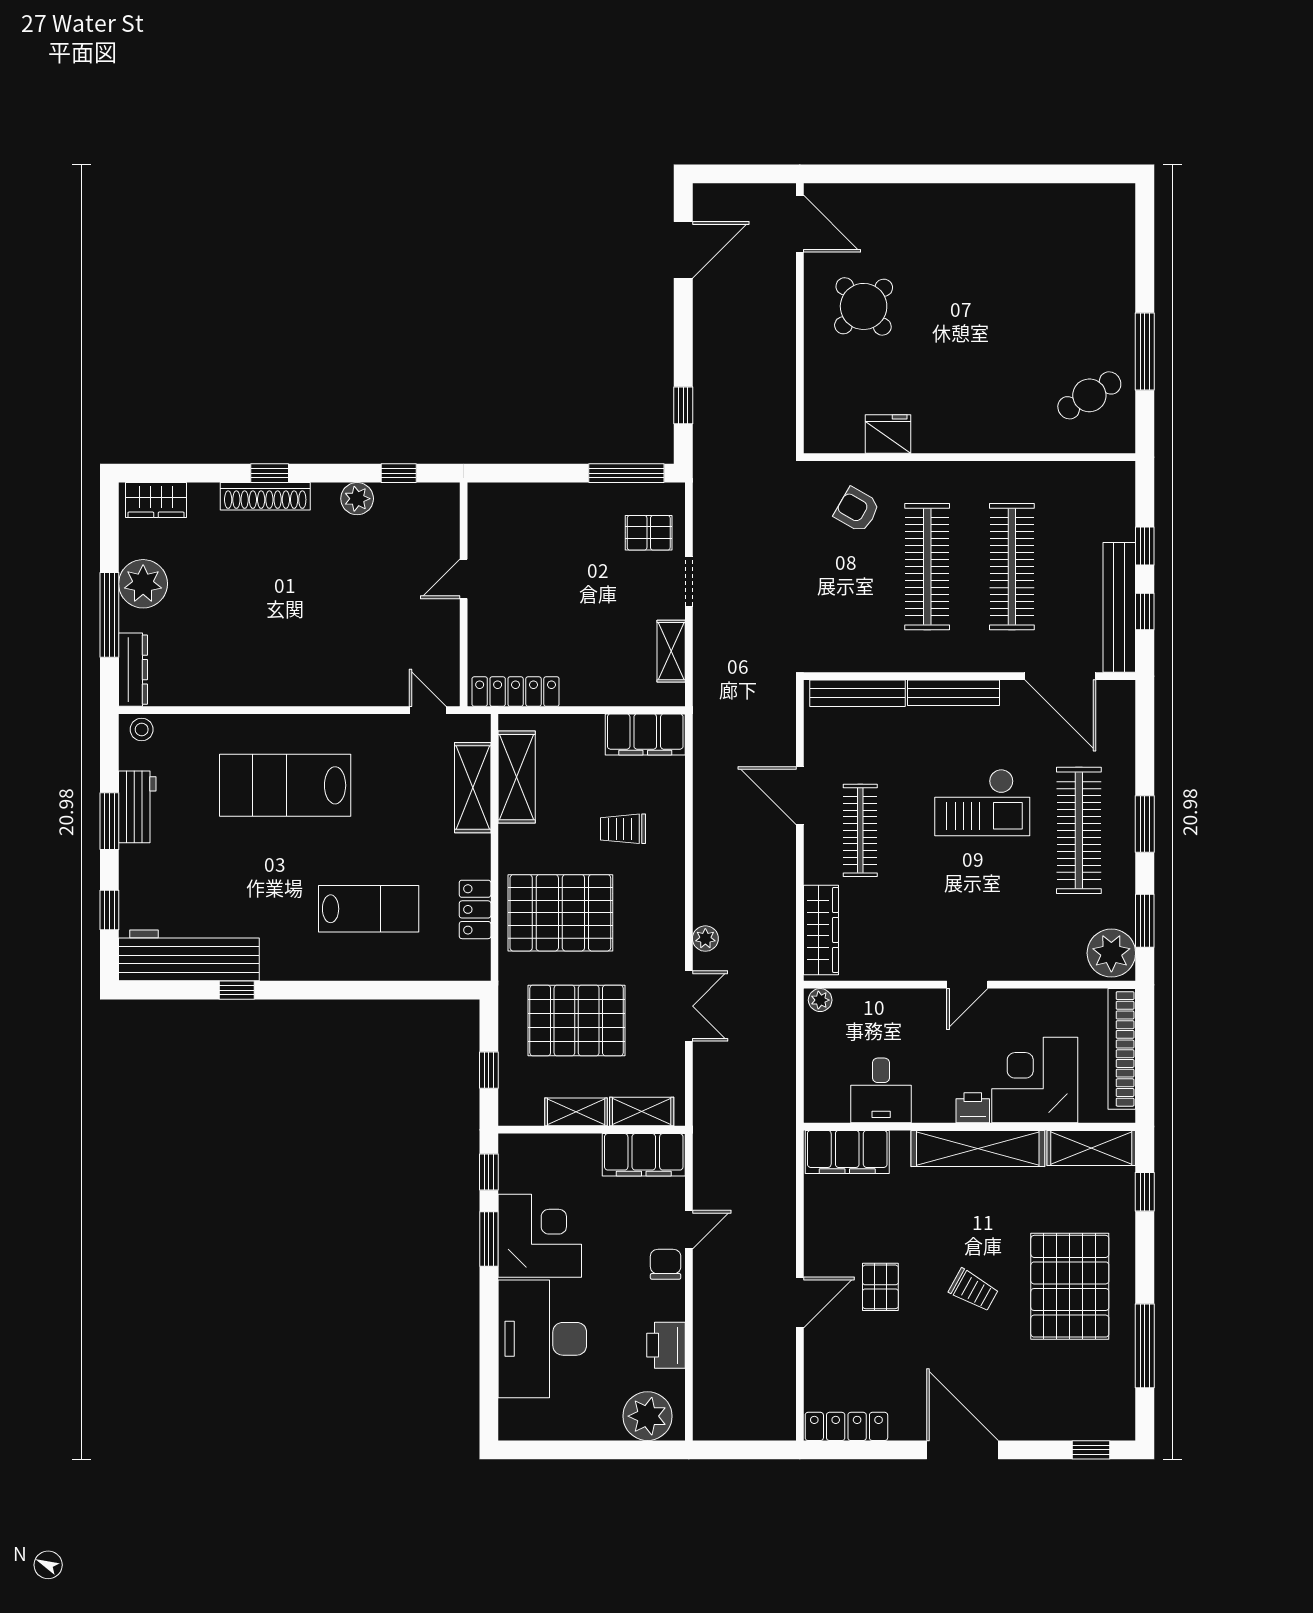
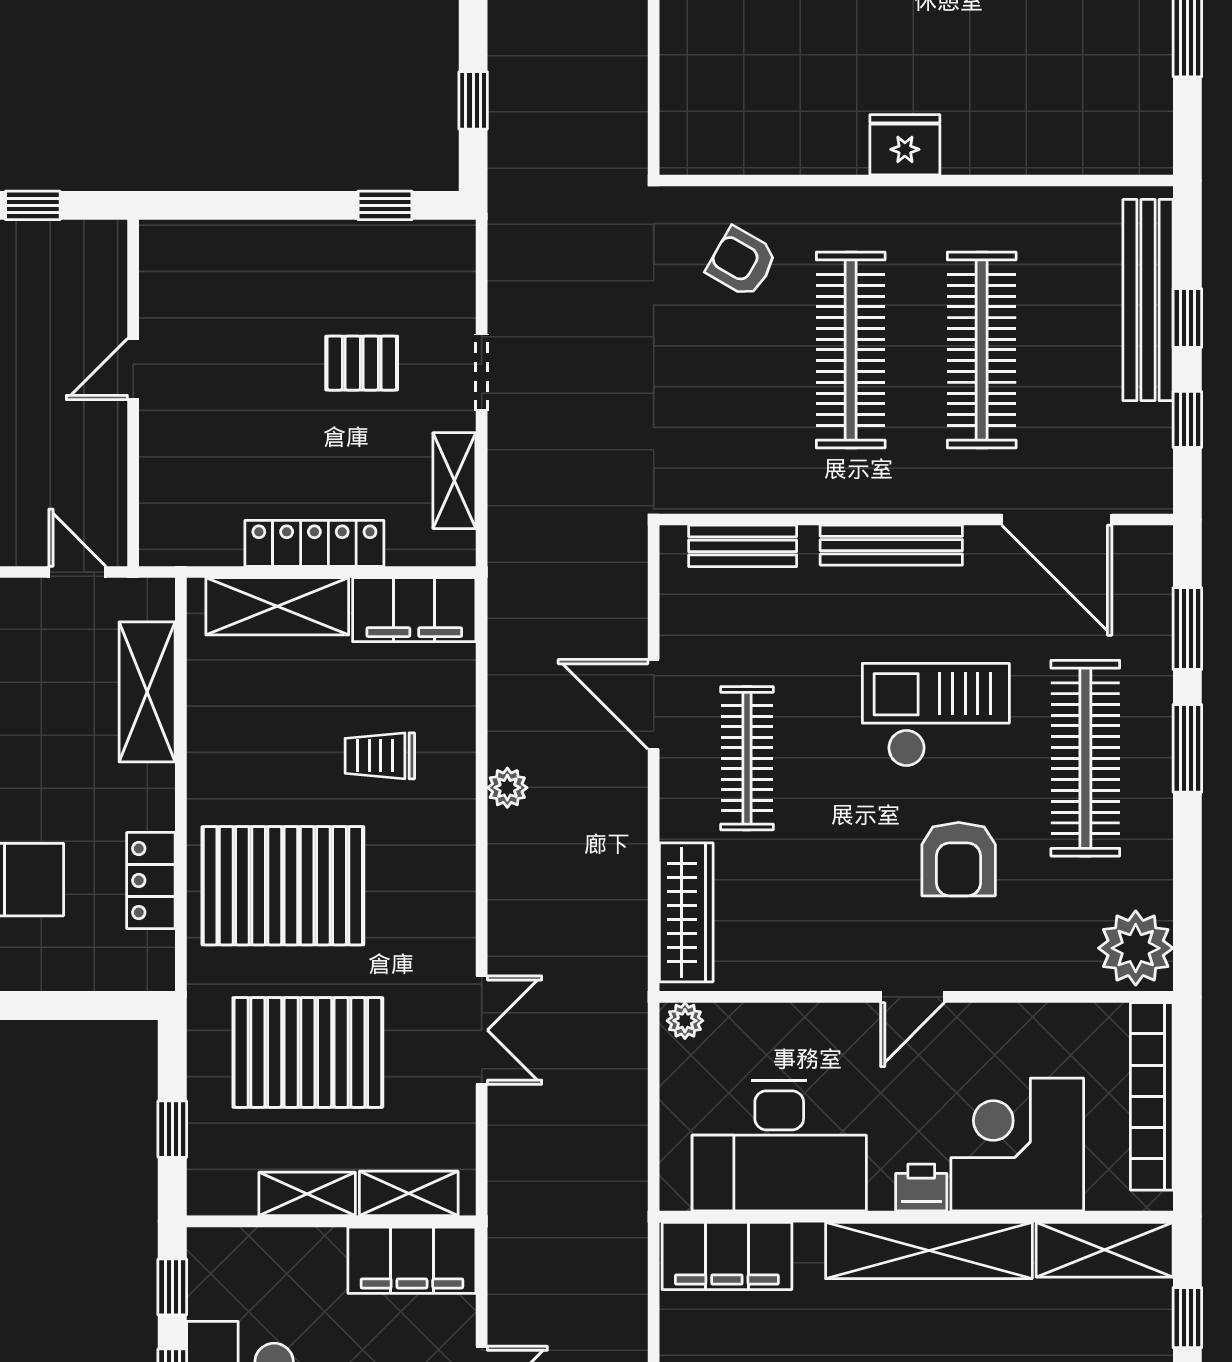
cafe table: (1089, 395) -> (1102, 85), removed
fridge: (888, 434) -> (905, 145), moved
window: (626, 473) -> (385, 205), width x0.46
pallet: (649, 533) -> (362, 363), moved
bench: (1119, 607) -> (1148, 300), moved
locker: (516, 692) -> (314, 543), moved
bench: (857, 693) -> (743, 546), width x0.73
shelving: (517, 777) -> (277, 606), moved, turned 90
checkout: (982, 802) -> (936, 715), turned 180
armchair: (997, 896) -> (959, 859), added
window: (1145, 921) -> (1187, 629), moved
plant: (705, 939) -> (507, 788), moved
desk: (881, 1090) -> (779, 1146), width x1.87, depth x1.30

